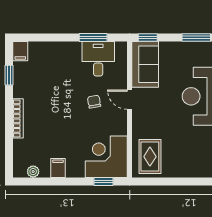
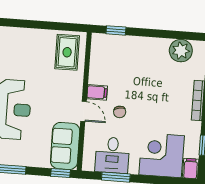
corner desk: (106, 157) -> (162, 155), moved, turned 180
filing cabinet: (58, 168) -> (97, 92), moved, turned -90
plant: (33, 172) -> (181, 51), width x1.88, depth x1.88

